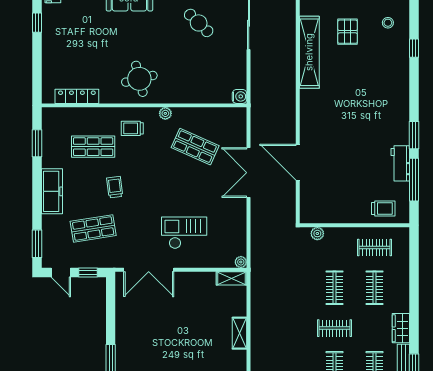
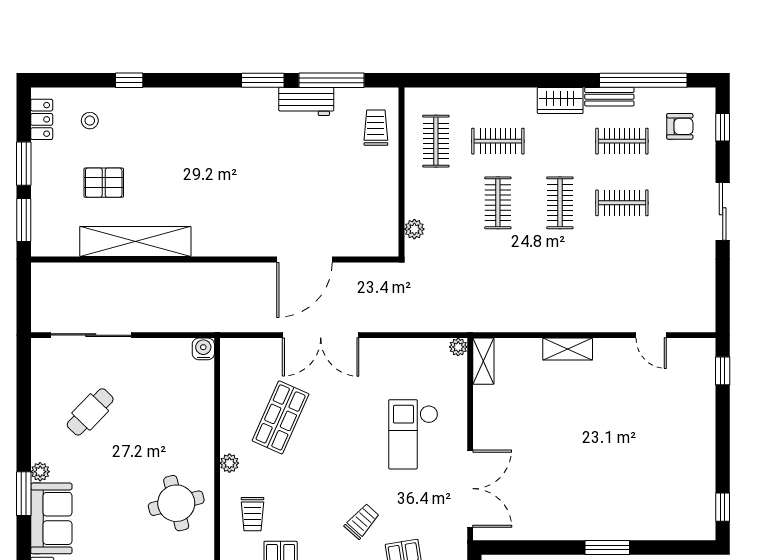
trolley: (115, 187) -> (362, 521), moved, turned 139
clothes rail: (334, 288) -> (498, 203), turned 90

